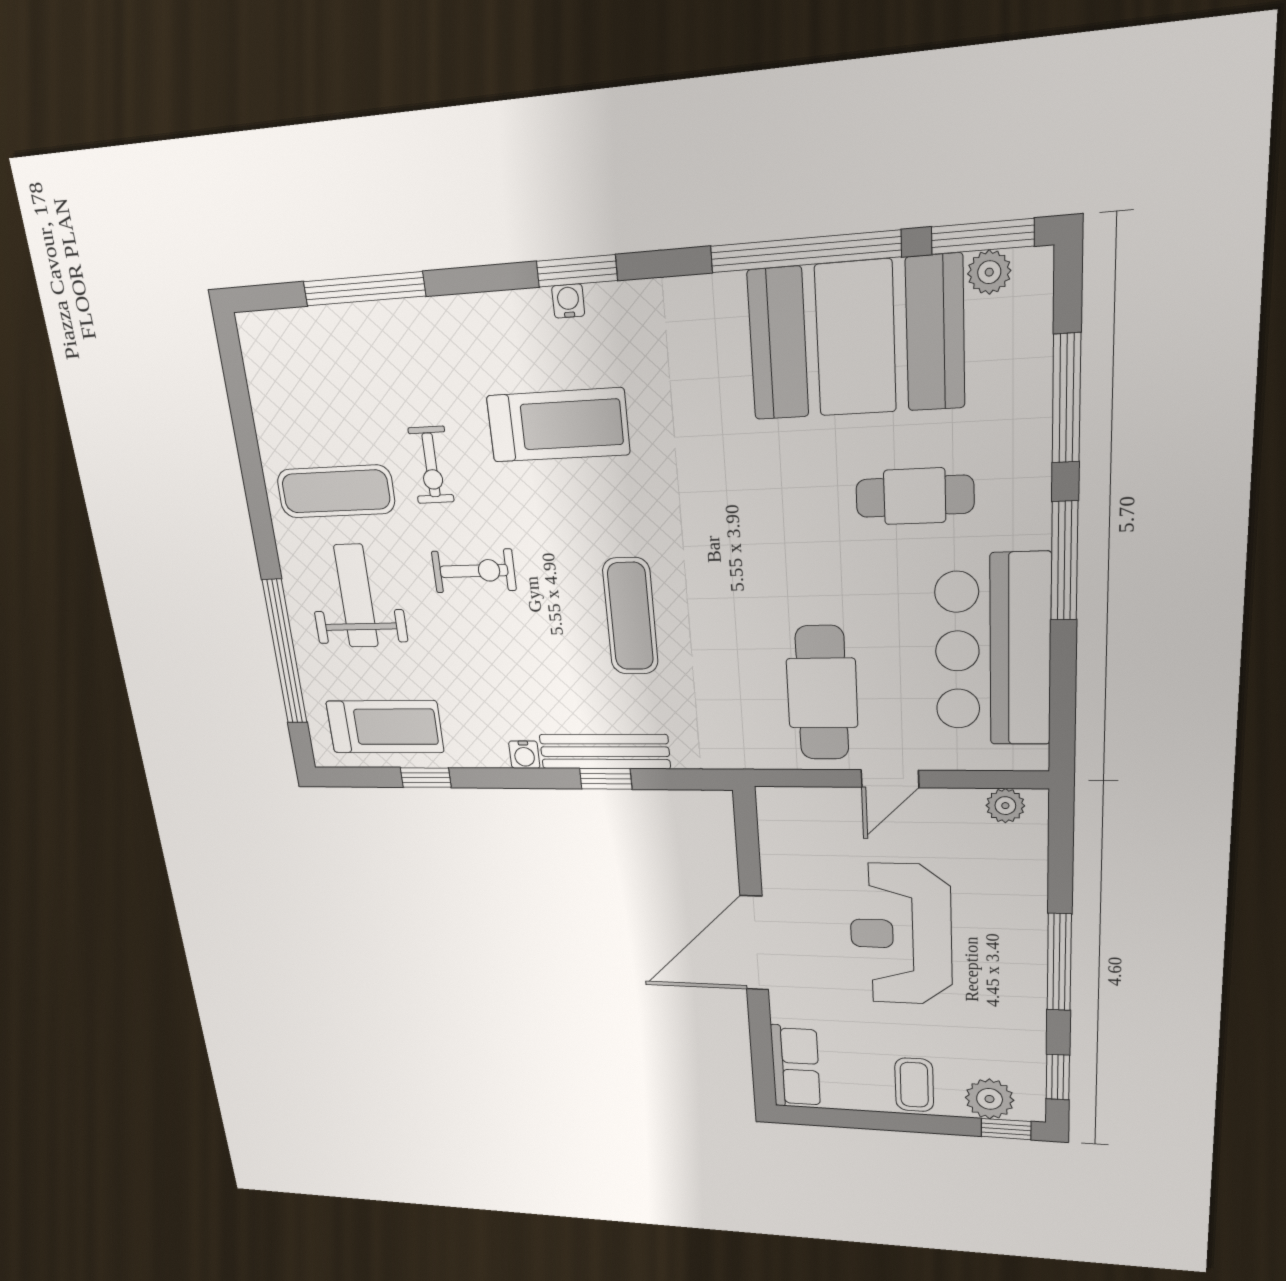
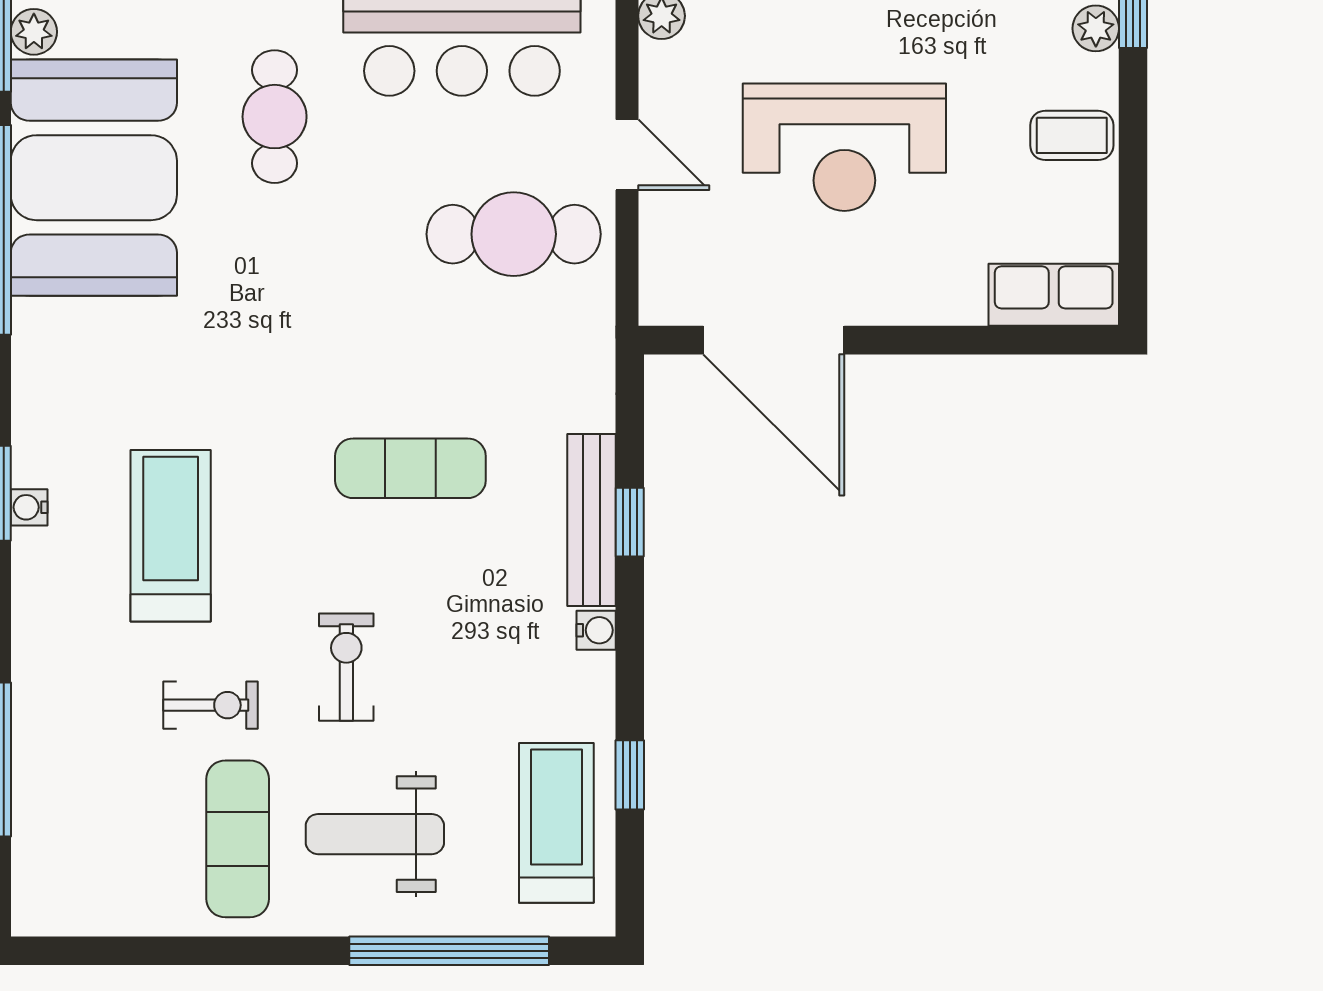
door: (754, 943) -> (774, 340), moved
plant: (990, 1099) -> (1096, 28), width x0.73, depth x0.73

